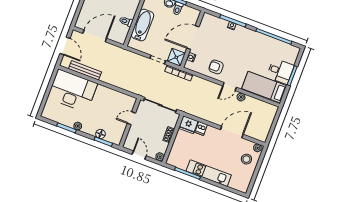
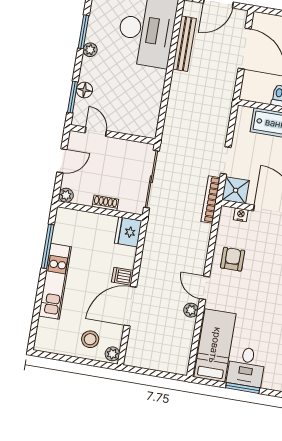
door: (131, 118) -> (96, 132), moved
dishwasher: (201, 128) -> (123, 276), moved
door: (232, 132) -> (130, 306), swing flipped

